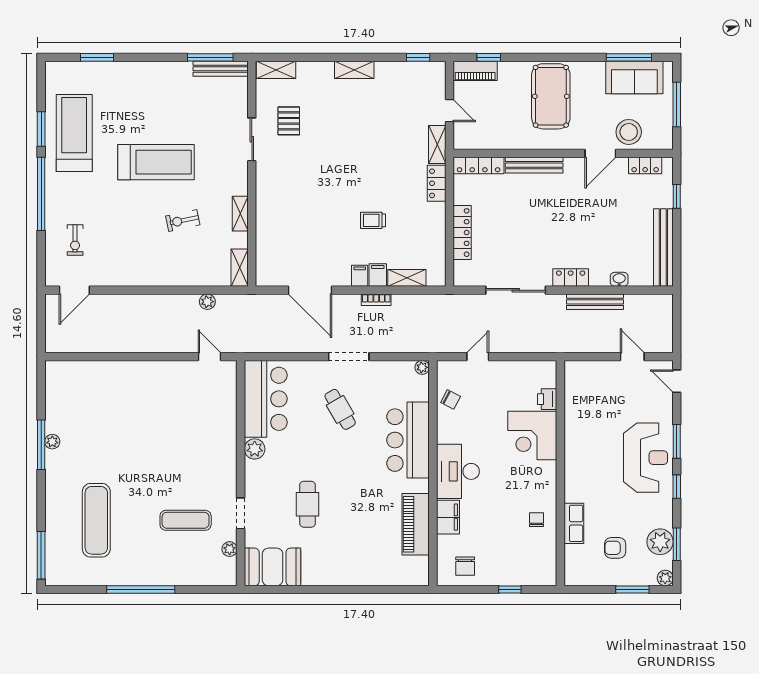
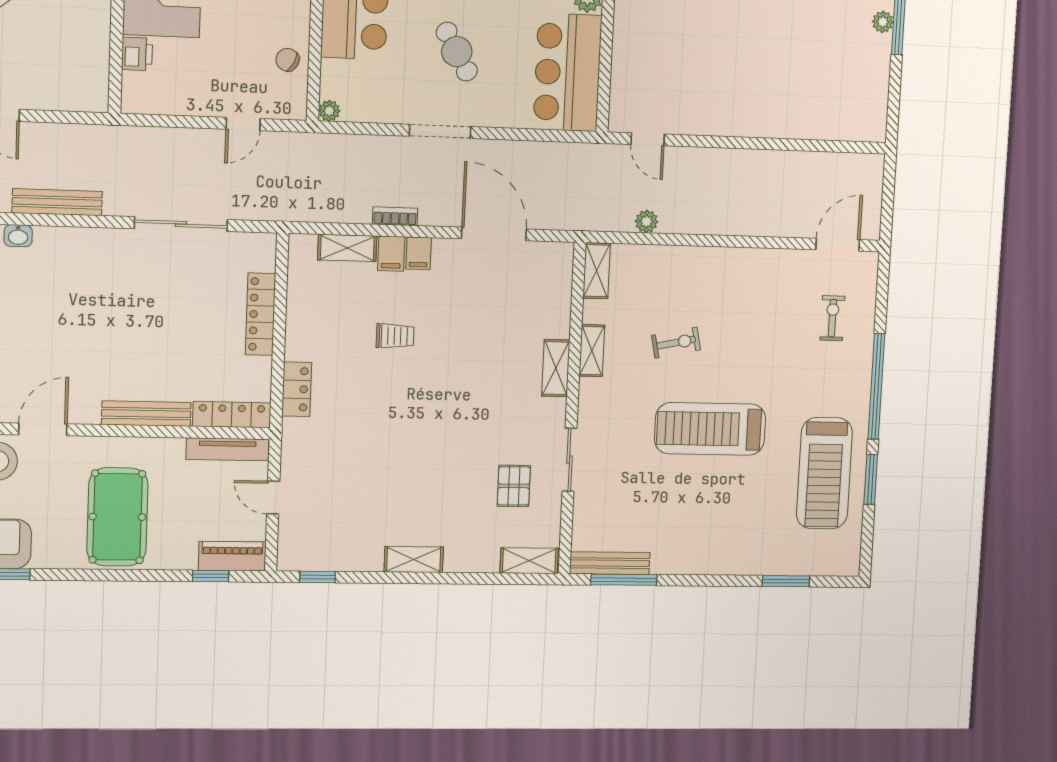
tv unit: (481, 142) -> (228, 449), added
shelving: (437, 145) -> (556, 368), moved
locker: (571, 278) -> (95, 241), removed

